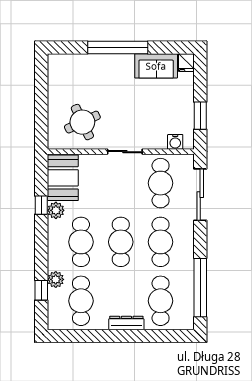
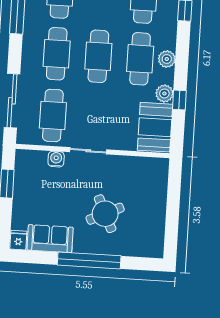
round table: (82, 122) -> (105, 214), moved
water cooler: (175, 142) -> (56, 159), moved
plant: (56, 279) -> (167, 59), moved

